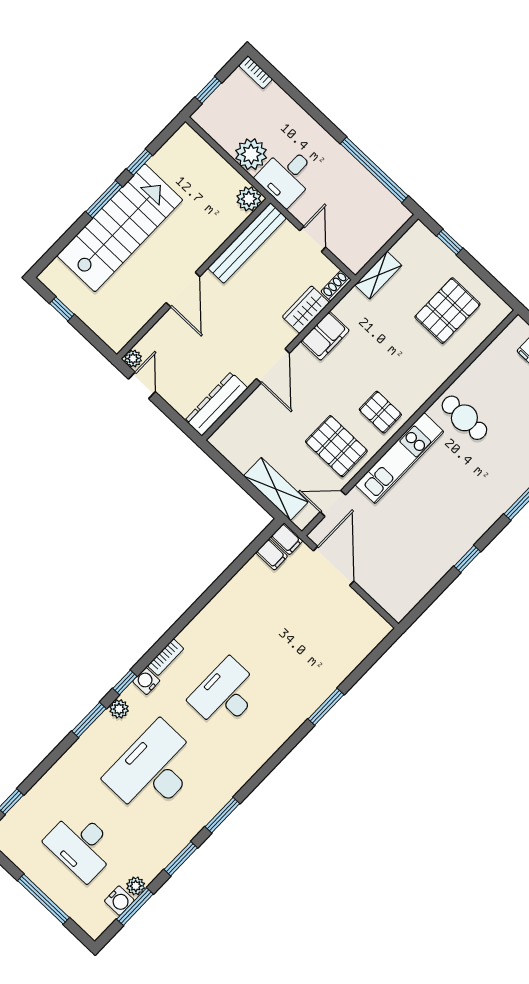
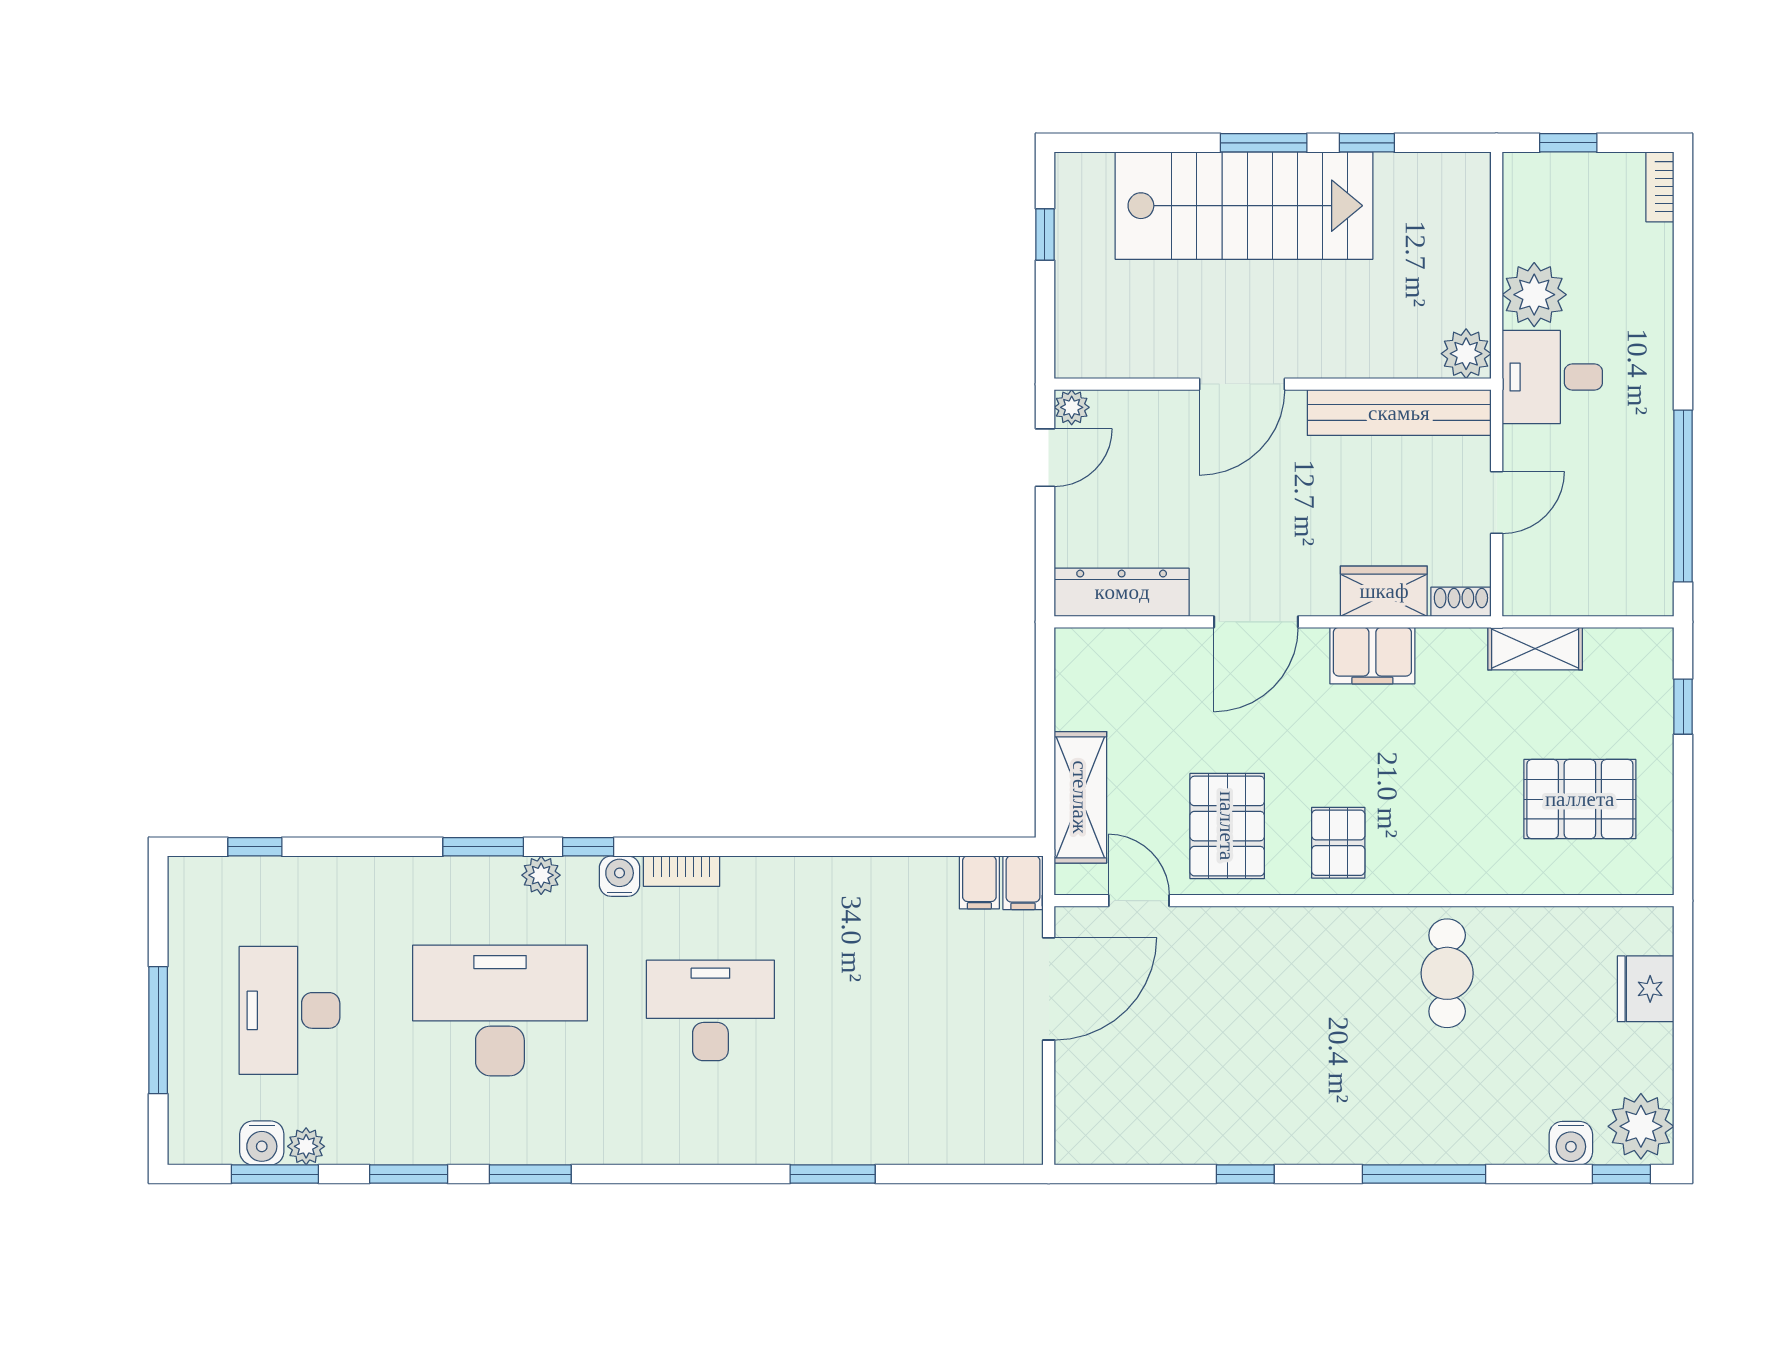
kitchen unit: (399, 458) -> (1298, 935), removed

